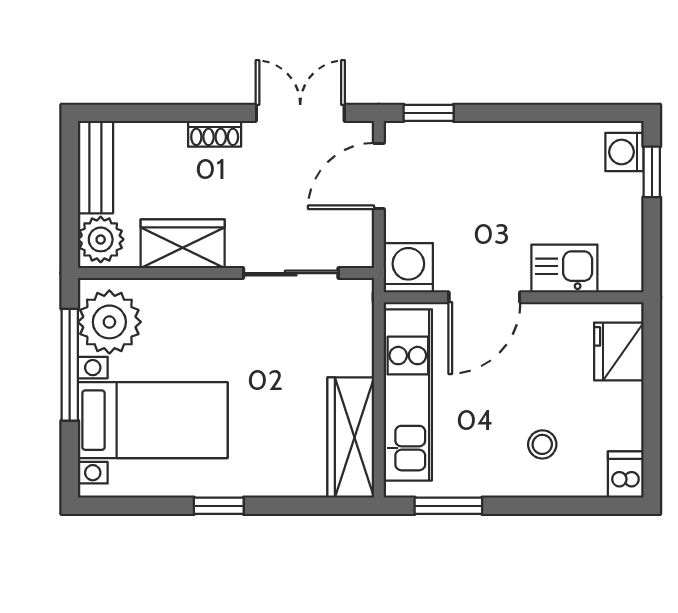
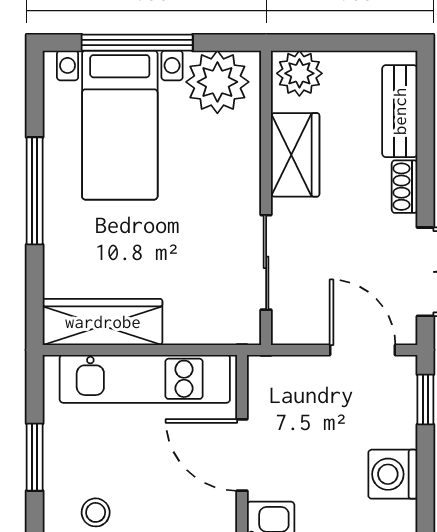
bench: (95, 167) -> (400, 111), moved, turned 90
washing machine: (408, 268) -> (393, 474), moved, turned 180
window: (70, 365) -> (137, 43), moved
window: (219, 506) -> (35, 191), width x2.17
window: (448, 506) -> (35, 457), moved

